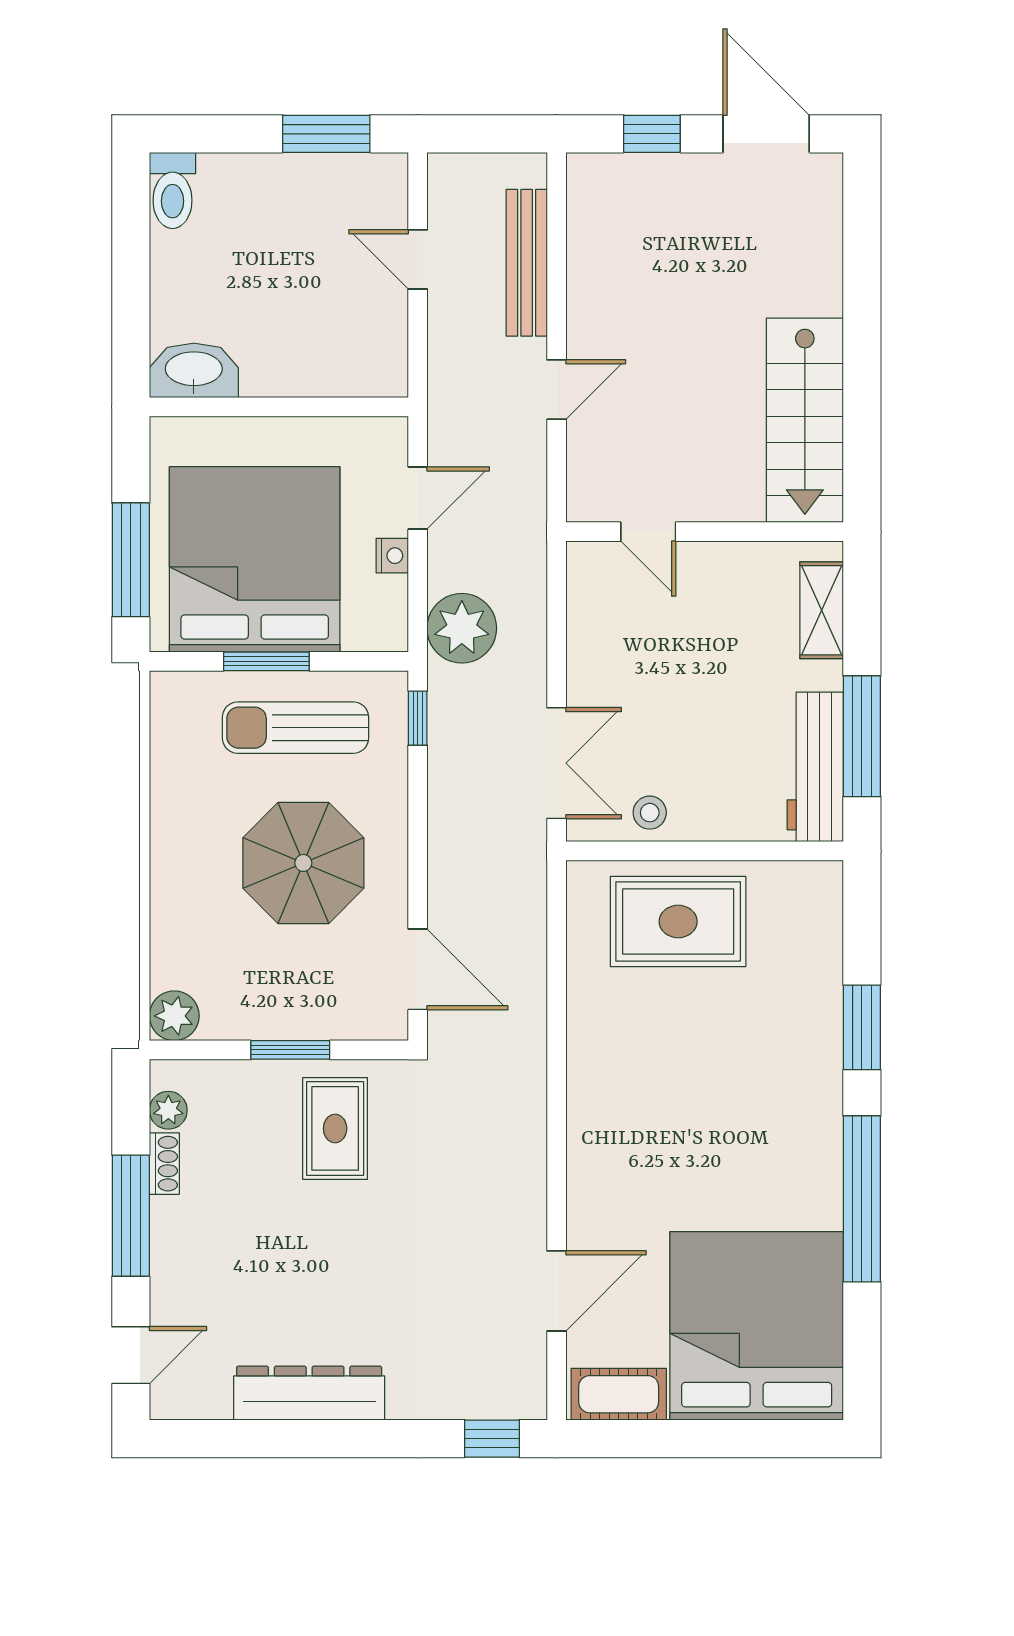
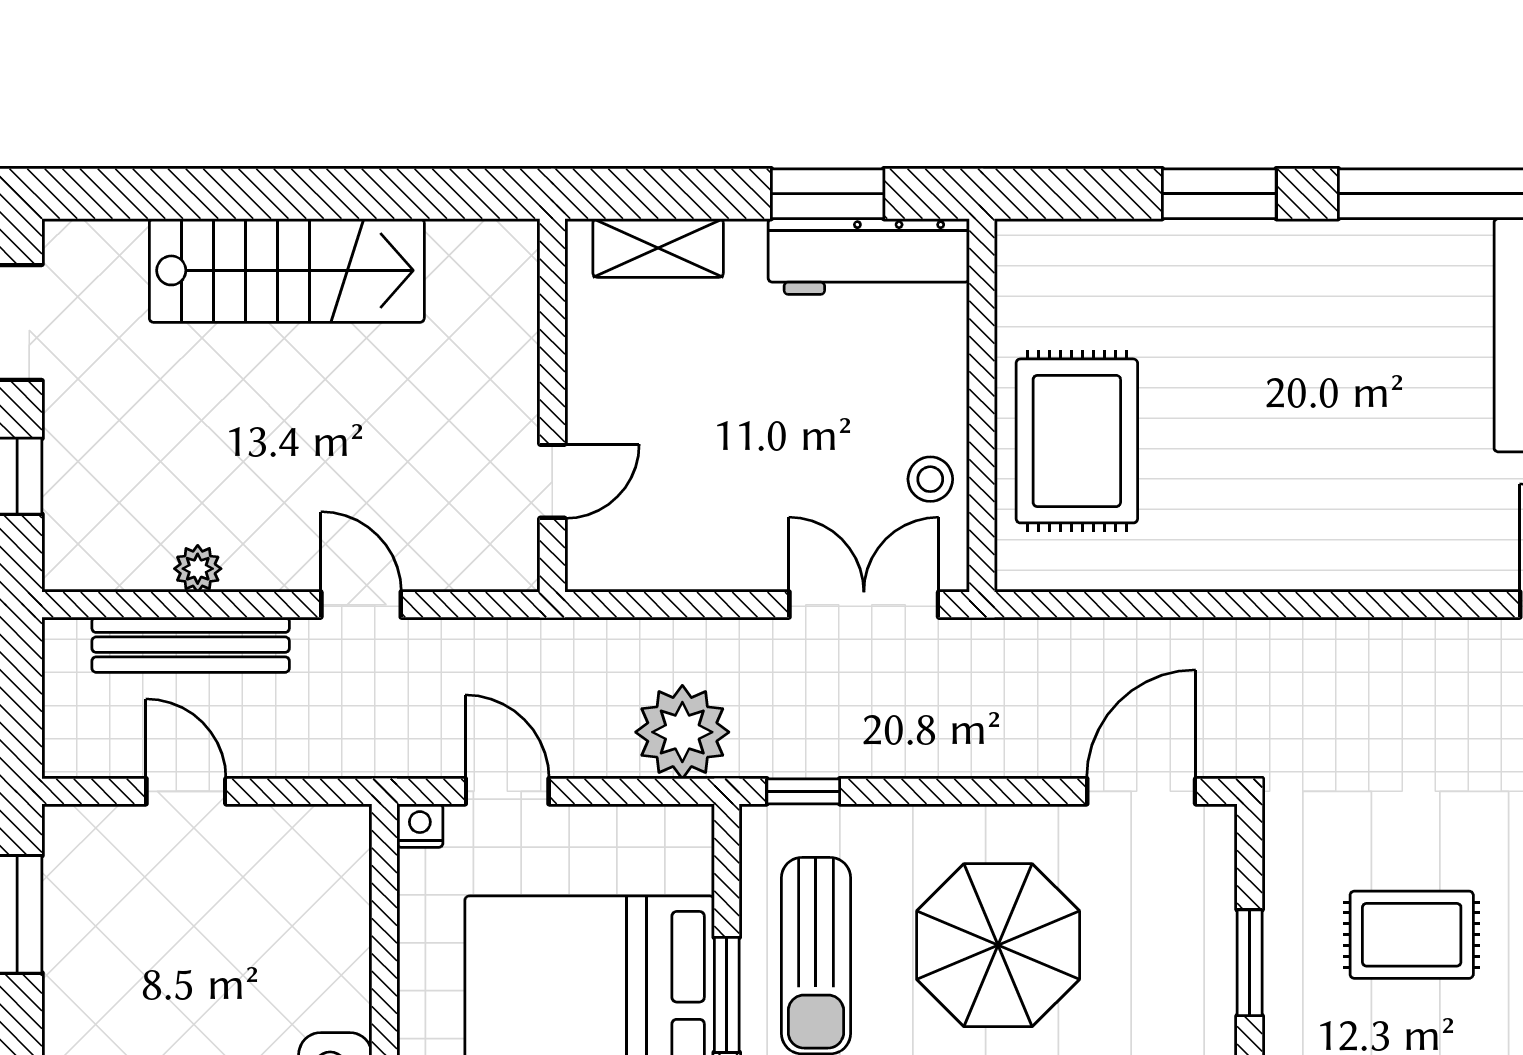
door: (418, 259) -> (186, 791), swing flipped
plant: (583, 268) -> (198, 569), added
stairs: (805, 420) -> (287, 270), moved
nightstand: (392, 556) -> (420, 826), moved
window: (862, 736) -> (828, 194), width x0.69
rug: (335, 1128) -> (1412, 935), moved

